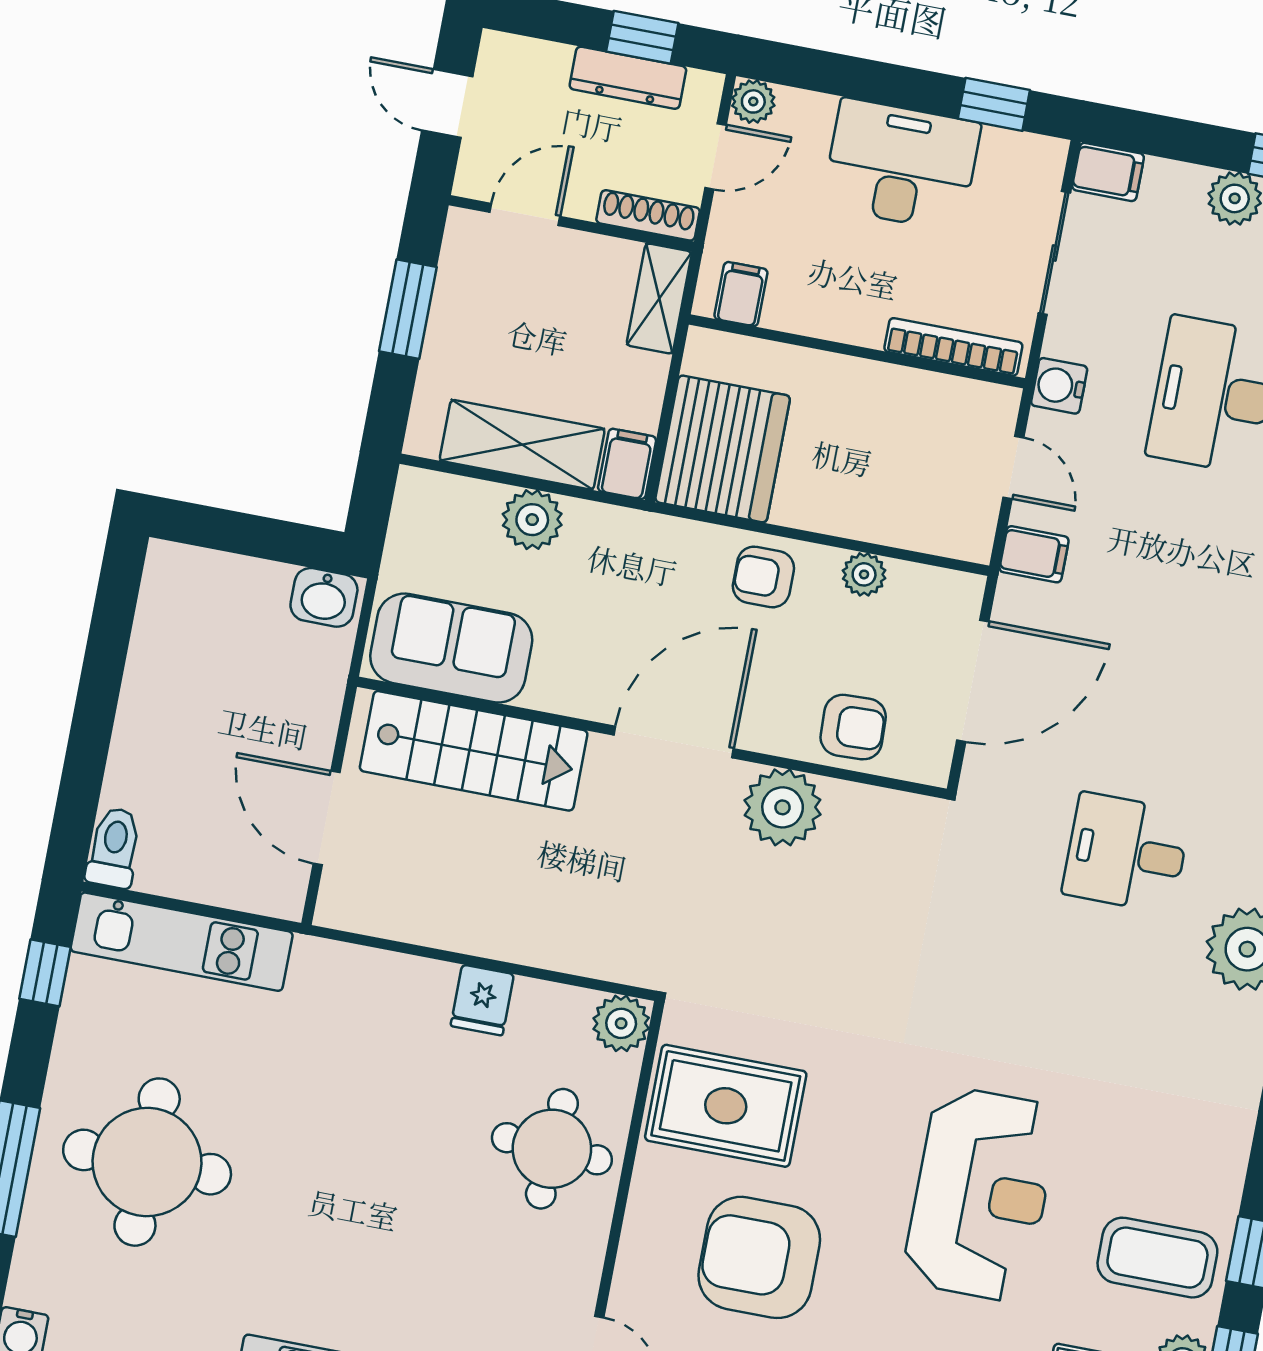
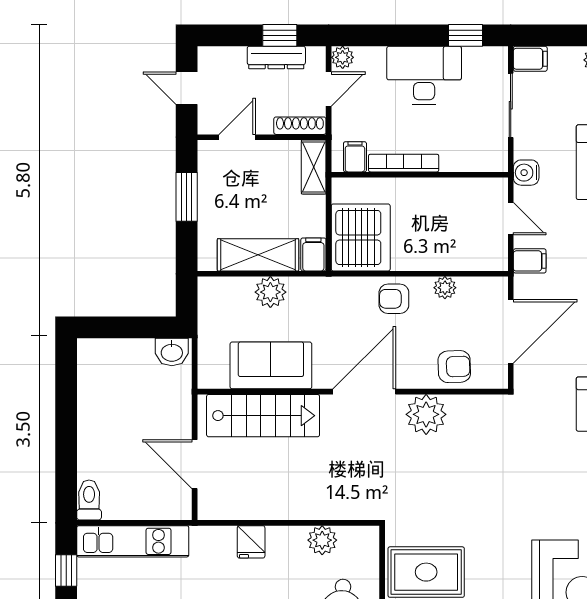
bookcase: (953, 347) -> (404, 163), moved
sofa: (451, 648) -> (271, 365), moved
fridge: (482, 1000) -> (251, 542), moved
plant: (621, 1023) -> (322, 540), moved

